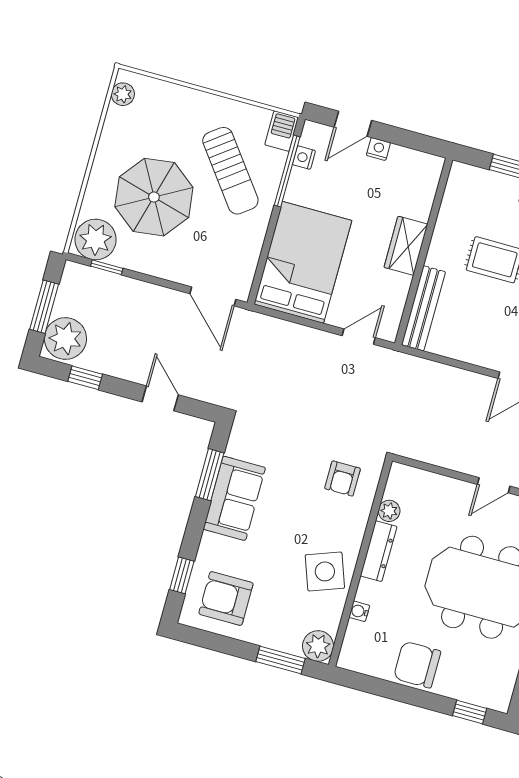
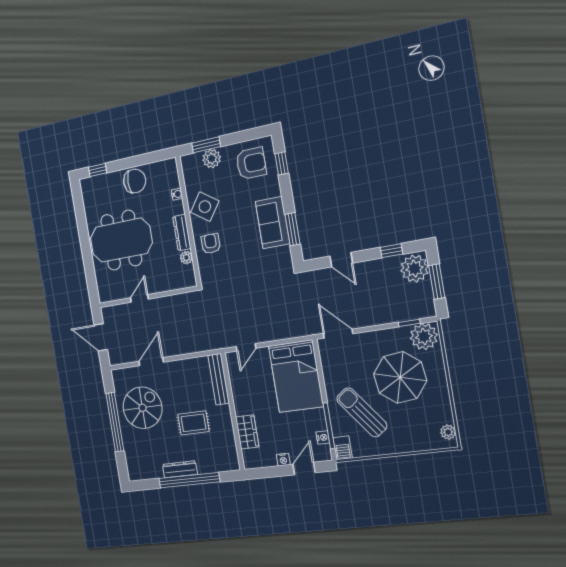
wardrobe: (406, 246) -> (247, 432), moved
armchair: (343, 479) -> (211, 244), moved
side table: (325, 571) -> (205, 207), turned -35
plant: (318, 646) -> (212, 158), moved

